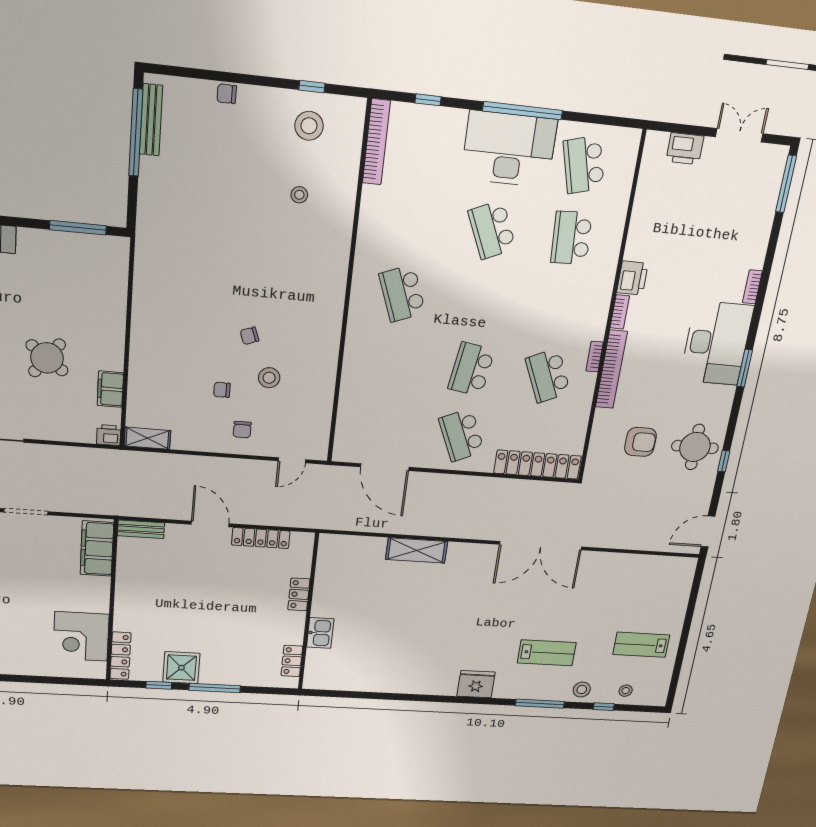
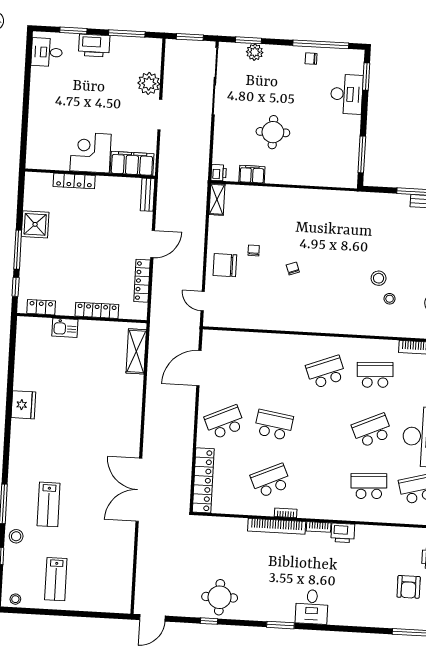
school desk: (411, 222) -> (375, 375), added
bookcase: (752, 287) -> (340, 621), removed
desk: (716, 343) -> (312, 607), width x0.53, depth x0.77
round table: (47, 358) -> (273, 132), turned -38
stool: (269, 378) -> (379, 278), moved
chair: (242, 430) -> (225, 265), width x1.87, depth x1.87
armchair: (640, 442) -> (409, 587), moved
door: (708, 531) -> (152, 618), swing flipped
shelving: (417, 550) -> (136, 351), moved
locker: (299, 594) -> (97, 310), width x1.53
corner desk: (81, 636) -> (91, 152), moved
lab bench: (641, 645) -> (56, 579), turned 180
locker: (120, 656) -> (74, 181), moved
fridge: (476, 684) -> (23, 405), moved
window: (159, 685) -> (16, 287), moved
stool: (626, 691) -> (15, 599), moved

